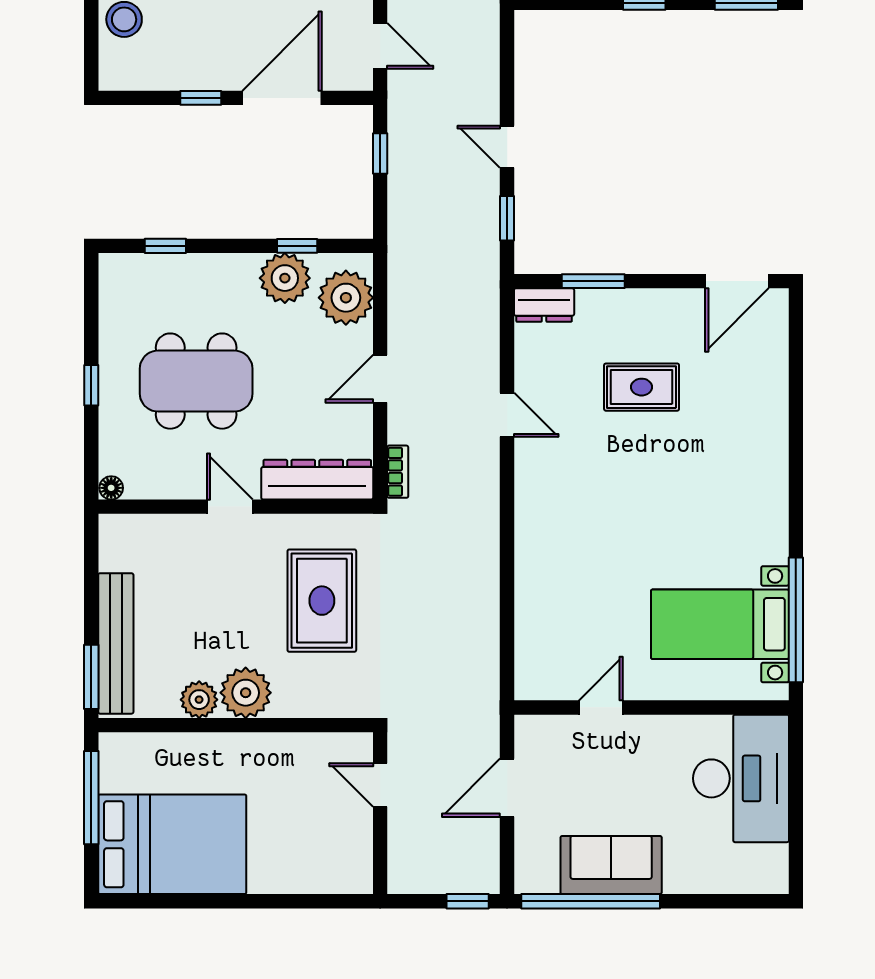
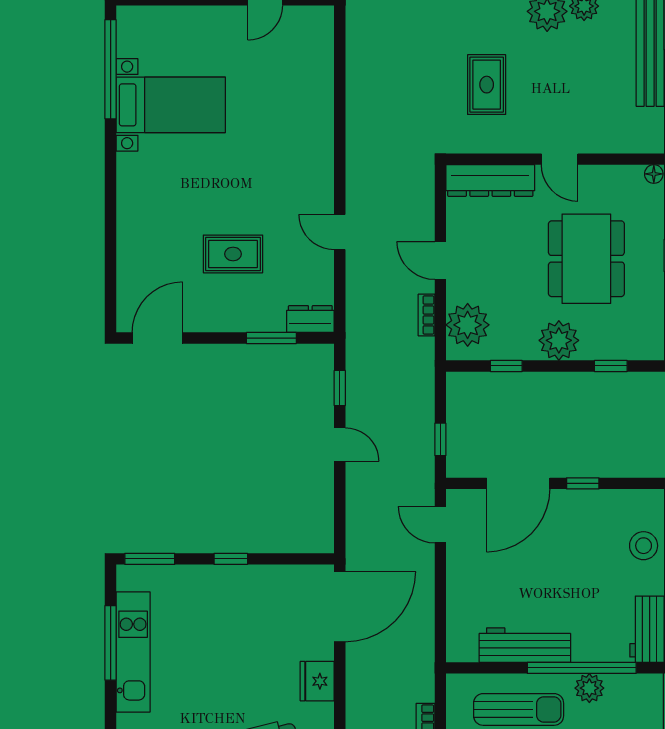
plant: (285, 278) -> (559, 340), moved
door: (380, 379) -> (440, 261), swing flipped
dining table: (196, 381) -> (586, 259), turned 90
bookcase: (398, 472) -> (426, 315), moved
rug: (322, 601) -> (487, 85), width x0.73, depth x0.70
bed with nightstands: (720, 624) -> (171, 105), moved

